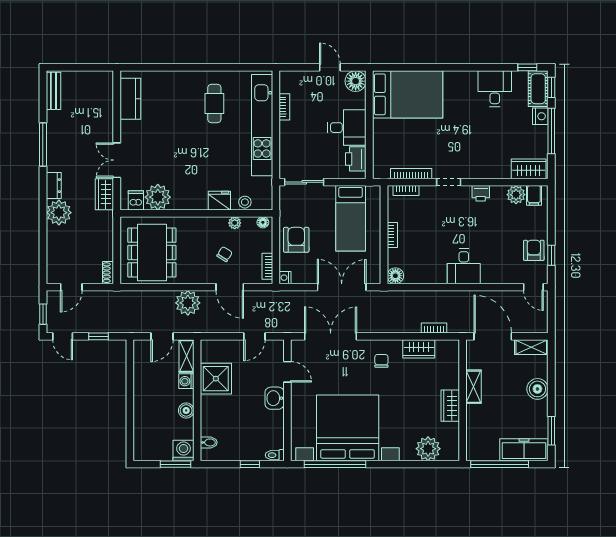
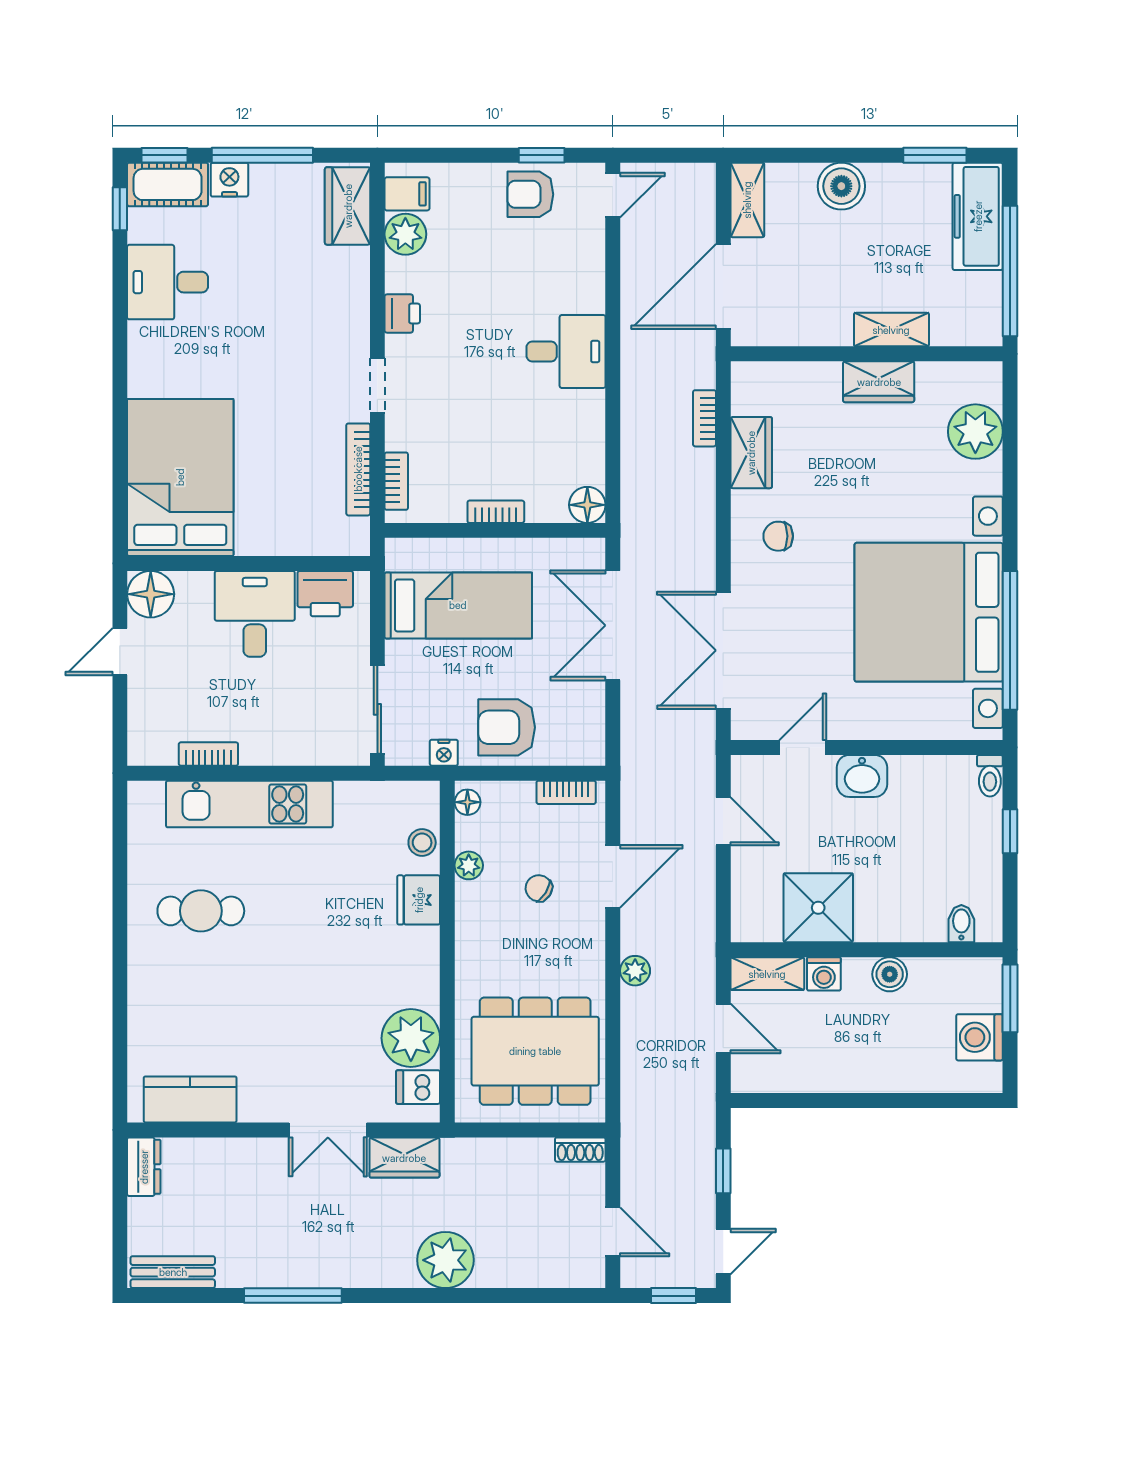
kitchen unit: (262, 125) -> (249, 804), width x0.73
dresser: (54, 186) -> (144, 1167), moved, turned 90
nightstand: (285, 278) -> (444, 753), moved
plant: (188, 303) -> (635, 971), width x0.53, depth x0.53
shelving: (474, 387) -> (891, 330), moved
washing machine: (183, 451) -> (980, 1037), moved

